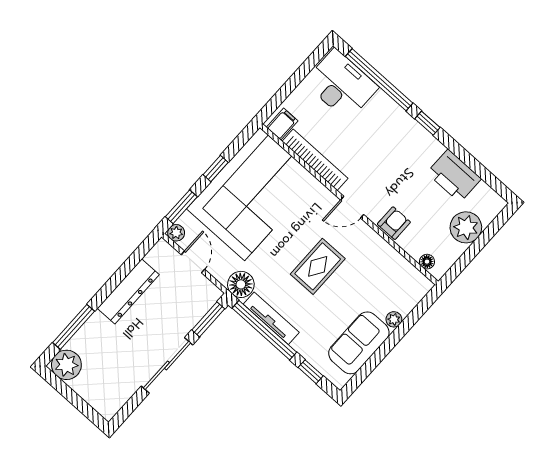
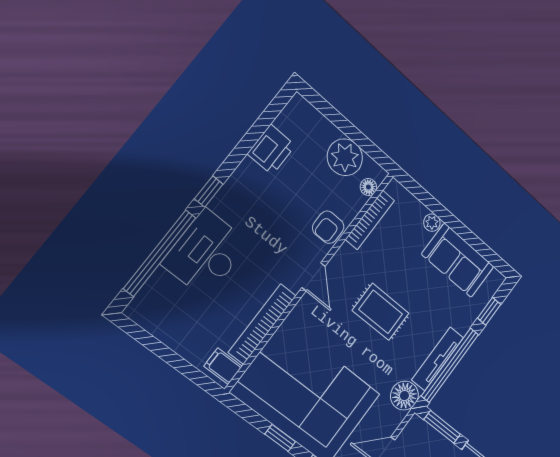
desk: (341, 85) -> (206, 253), moved
printer: (454, 176) -> (271, 150), width x0.73, depth x0.84
armchair: (394, 223) -> (328, 227), turned -90
plant: (466, 227) -> (345, 157), moved
bookcase: (399, 261) -> (370, 220), added

